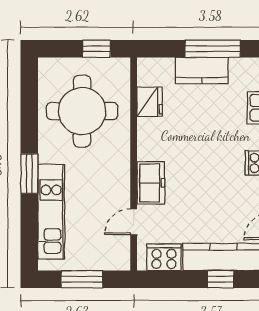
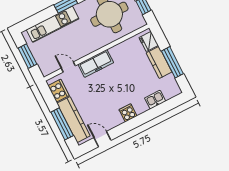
fridge: (150, 102) -> (149, 41), moved, turned 90
freezer: (151, 183) -> (96, 63), width x1.40
window: (221, 279) -> (62, 124), width x2.17

